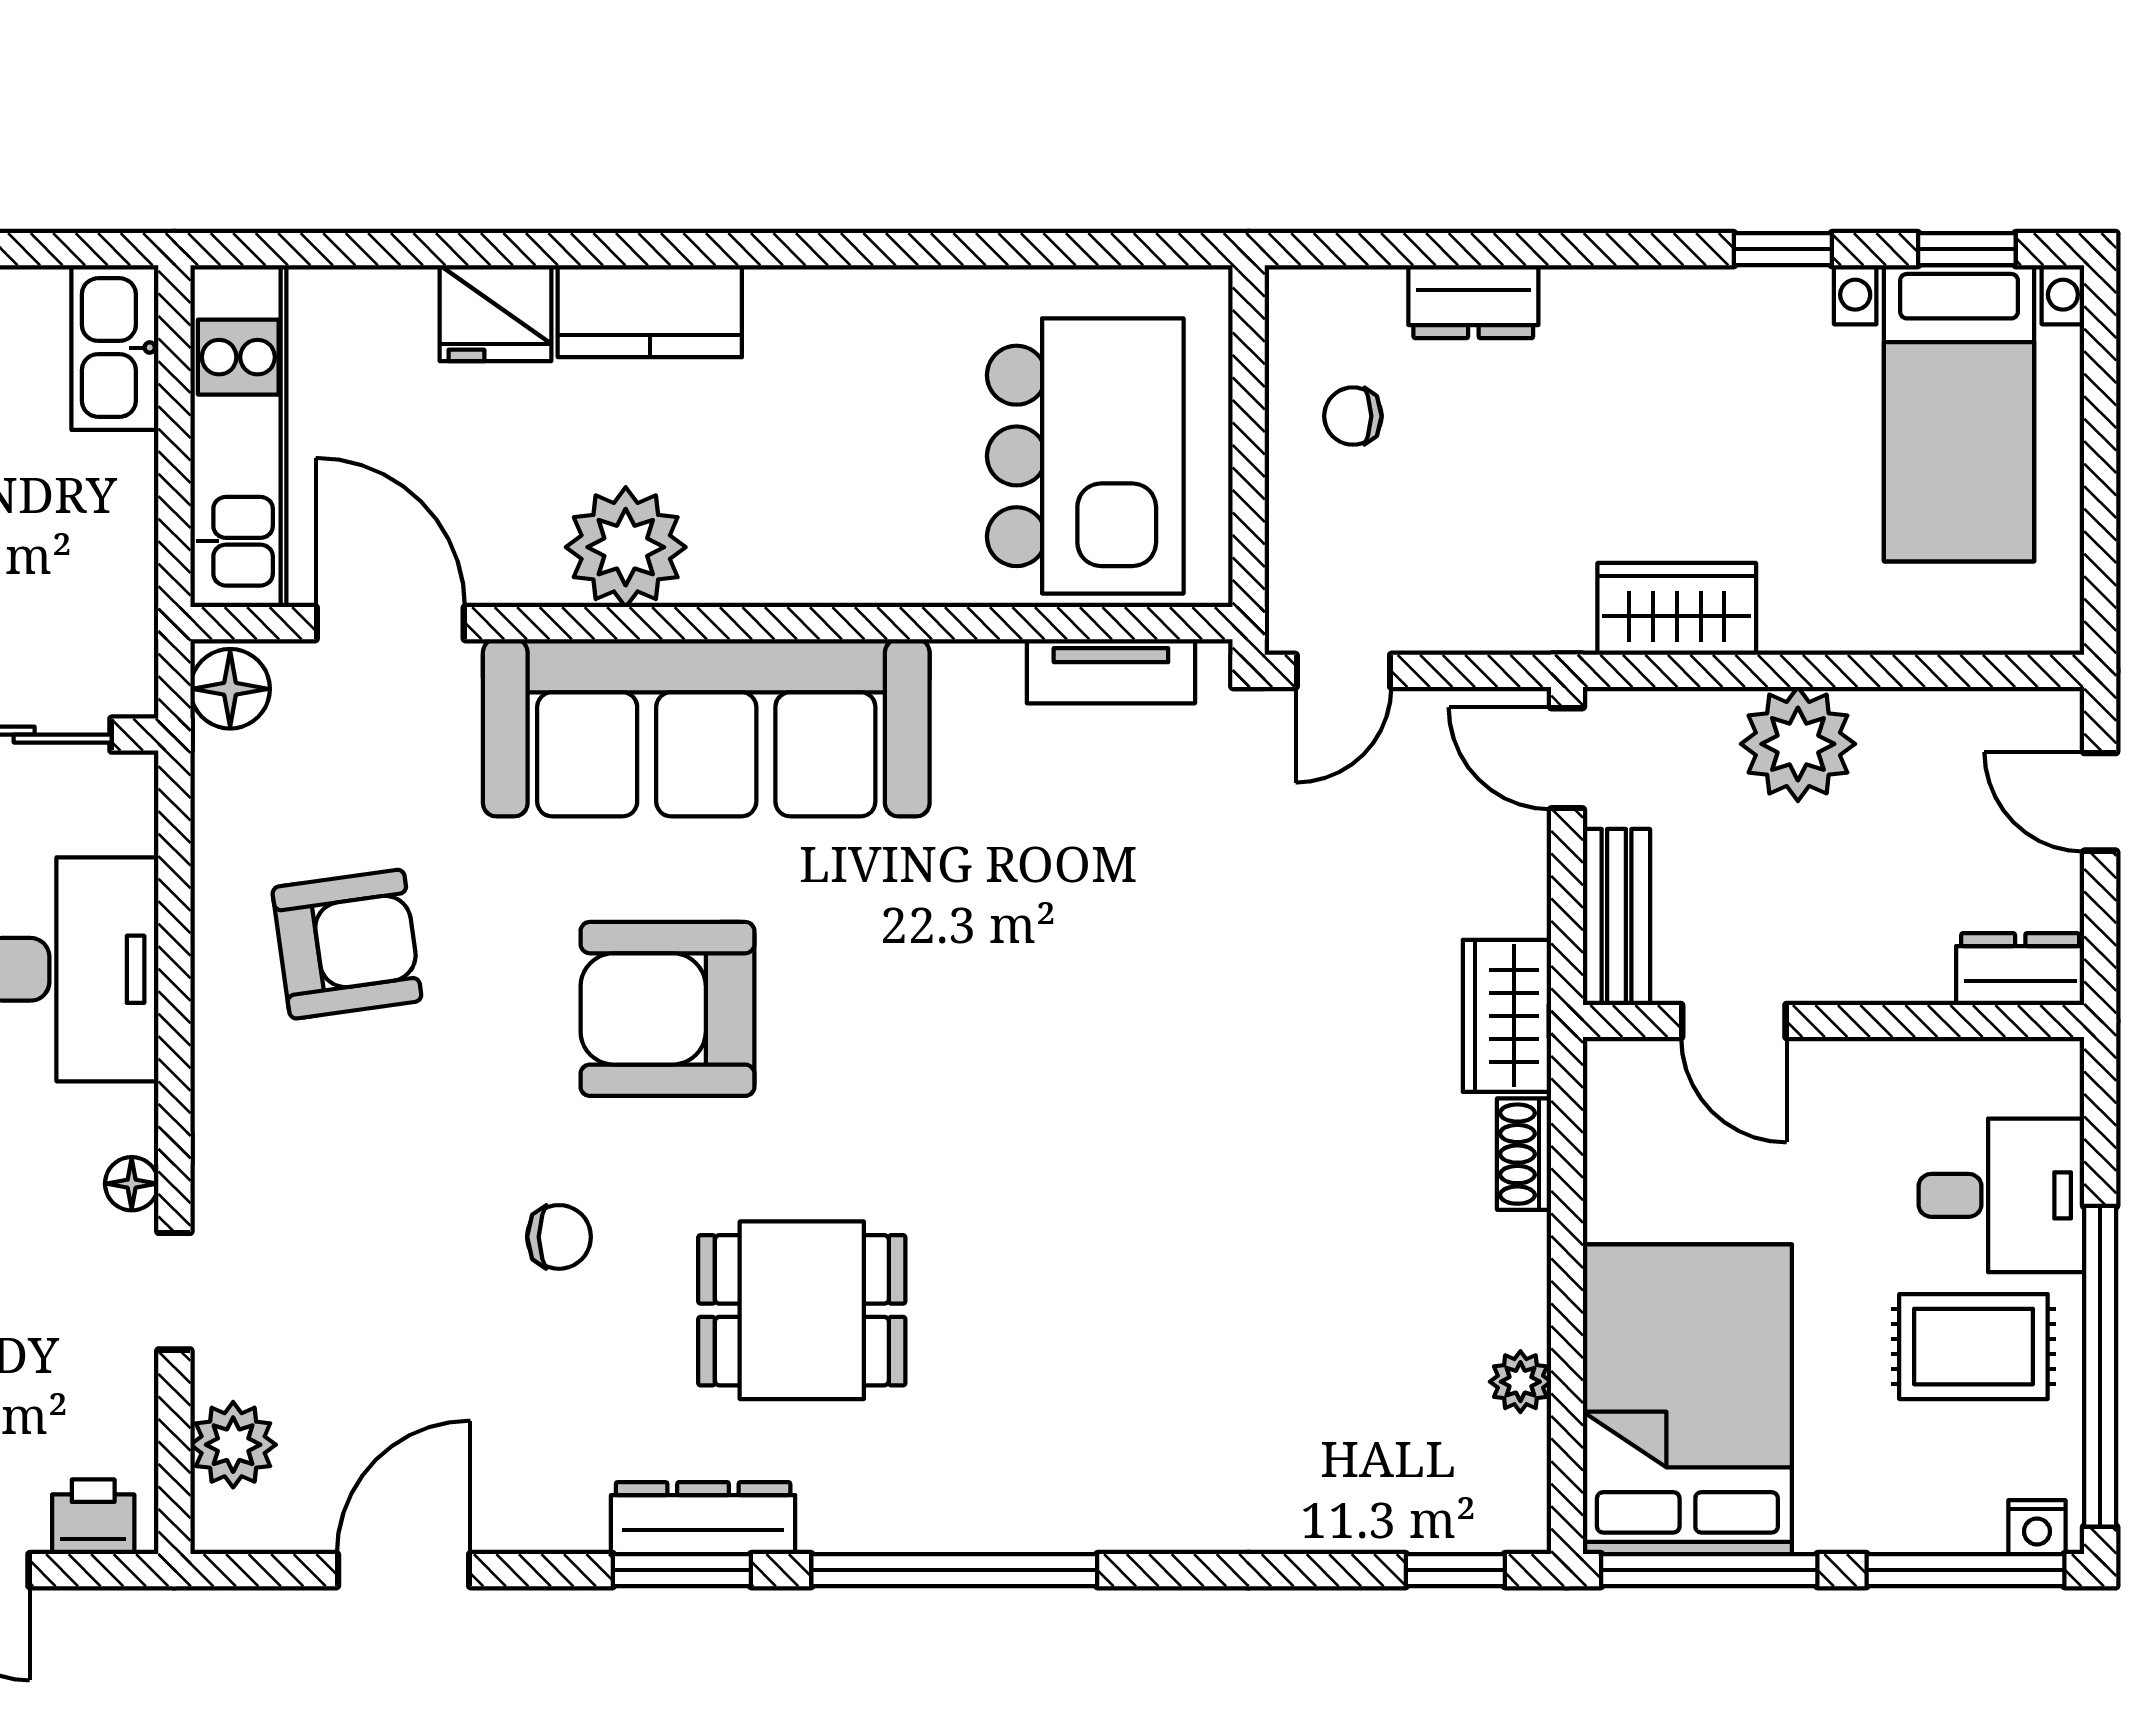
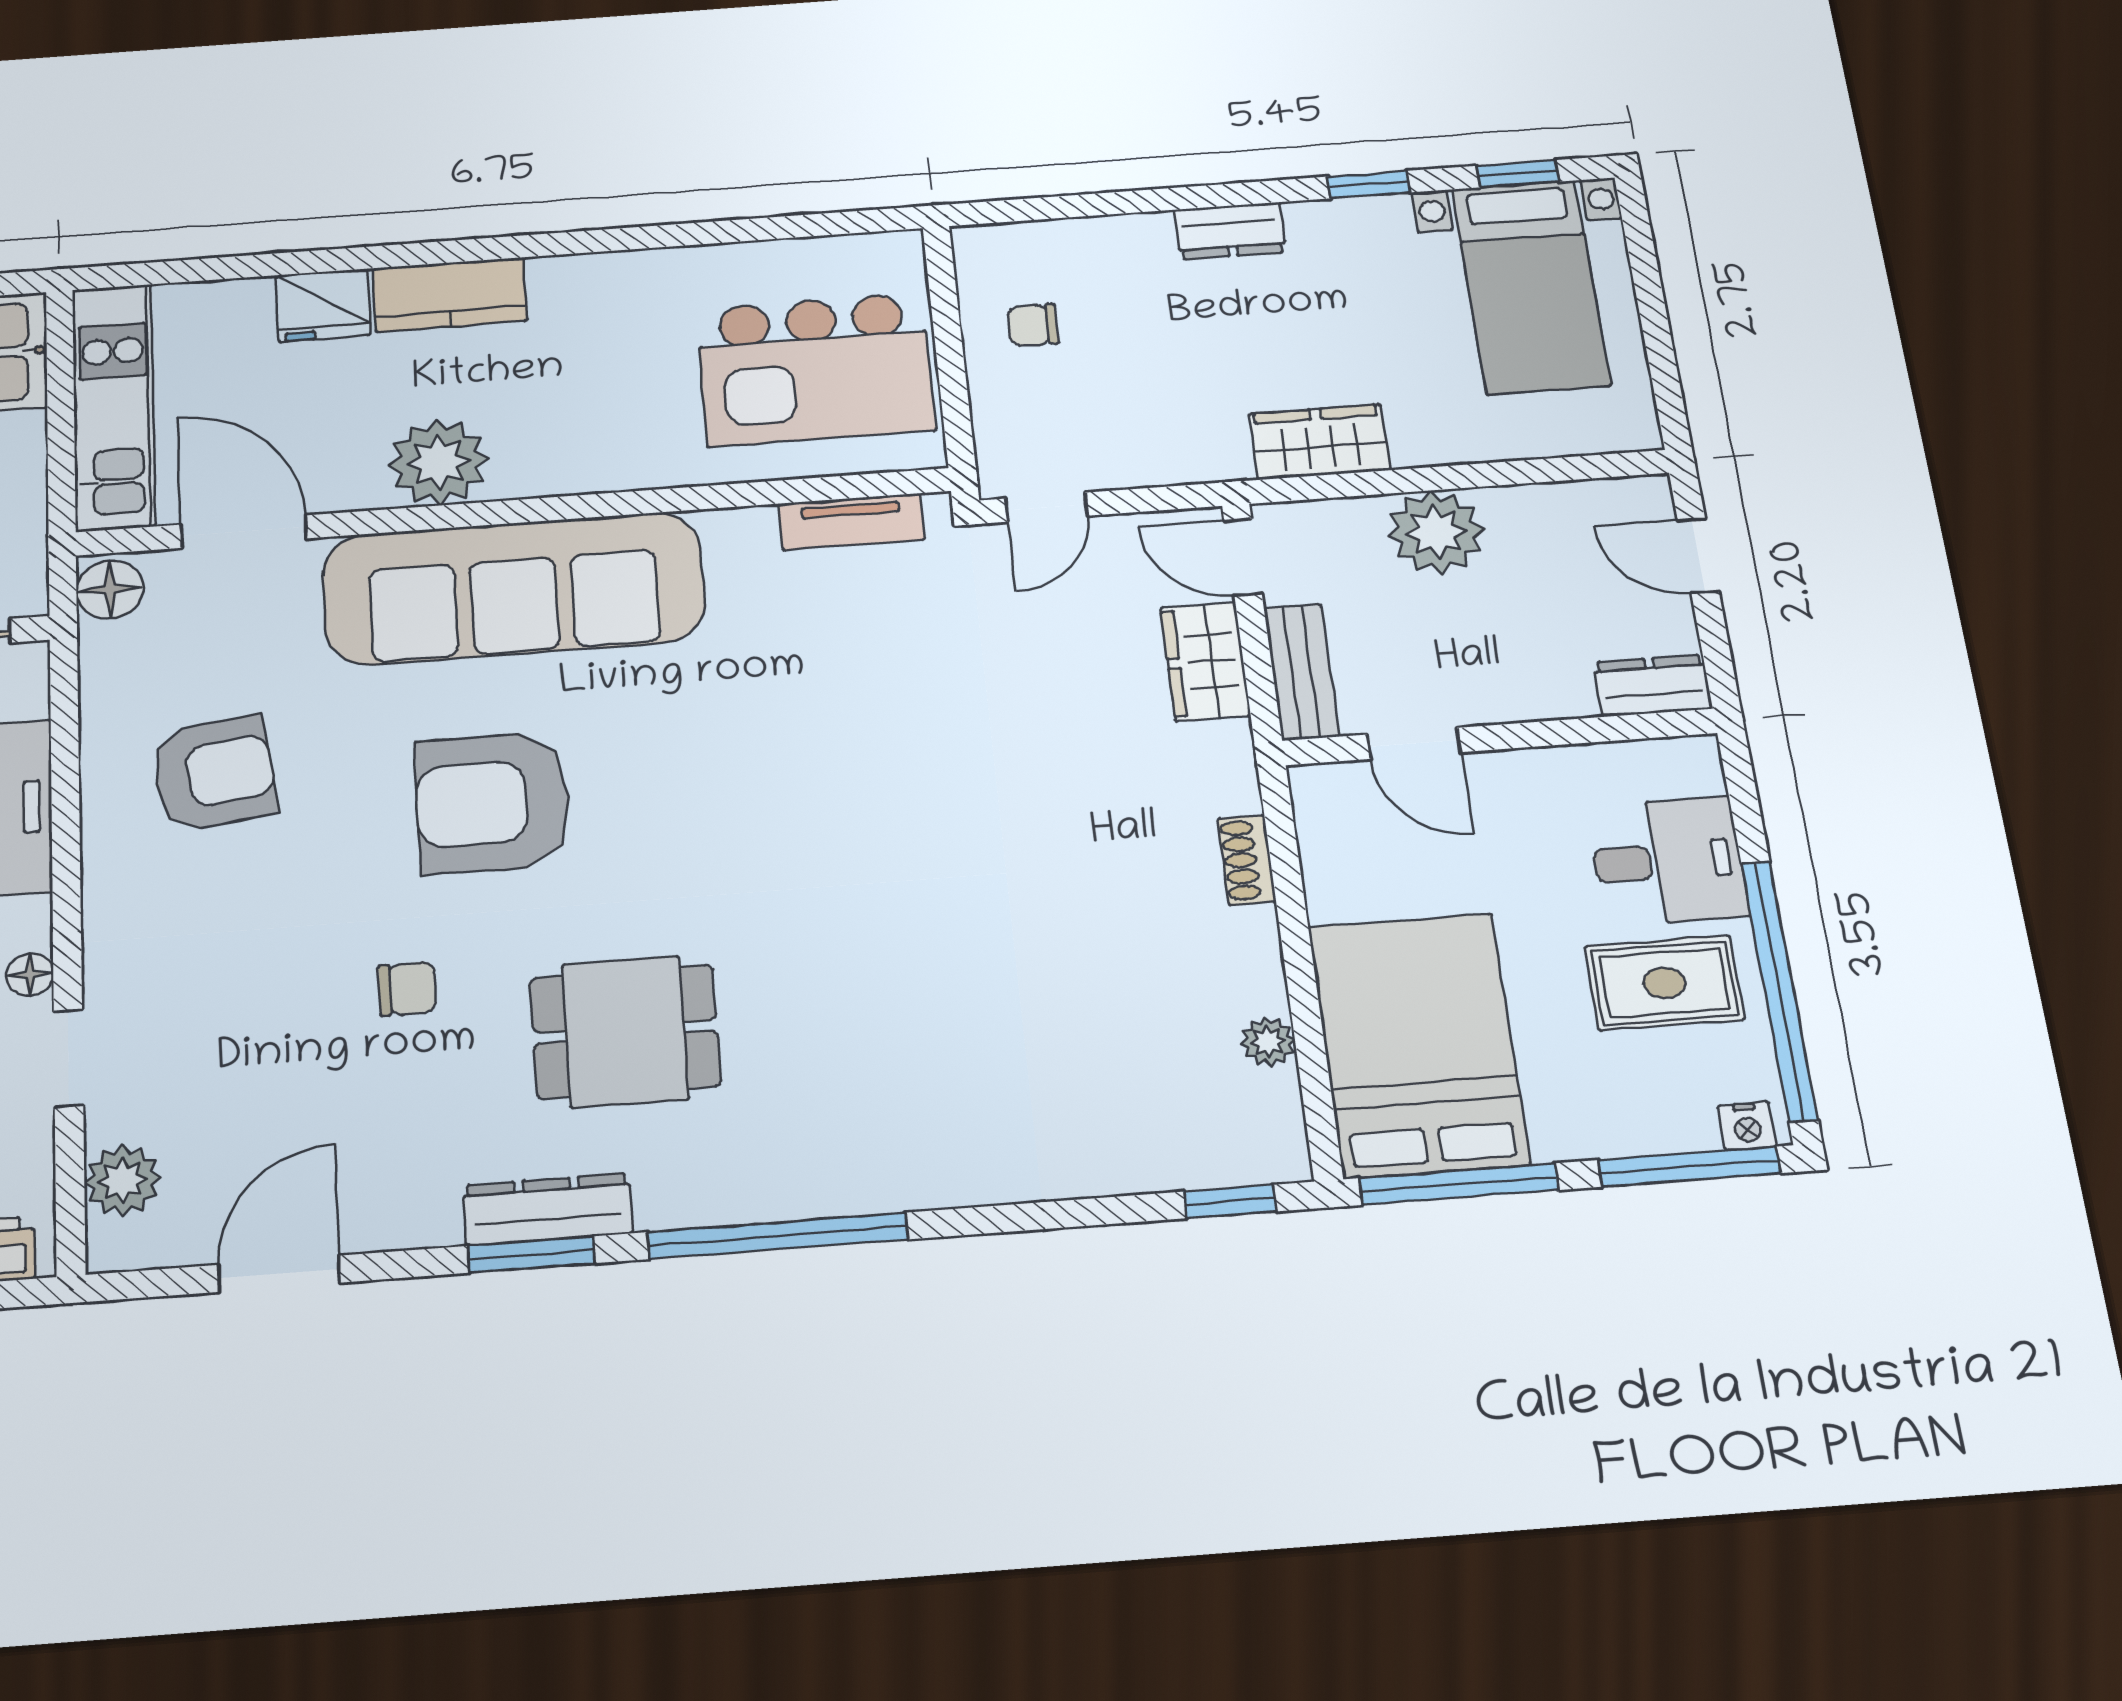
dresser: (1473, 302) -> (1230, 231), moved
kitchen island: (1085, 456) -> (815, 369), turned 90
wardrobe: (1507, 1016) -> (1205, 661), moved

